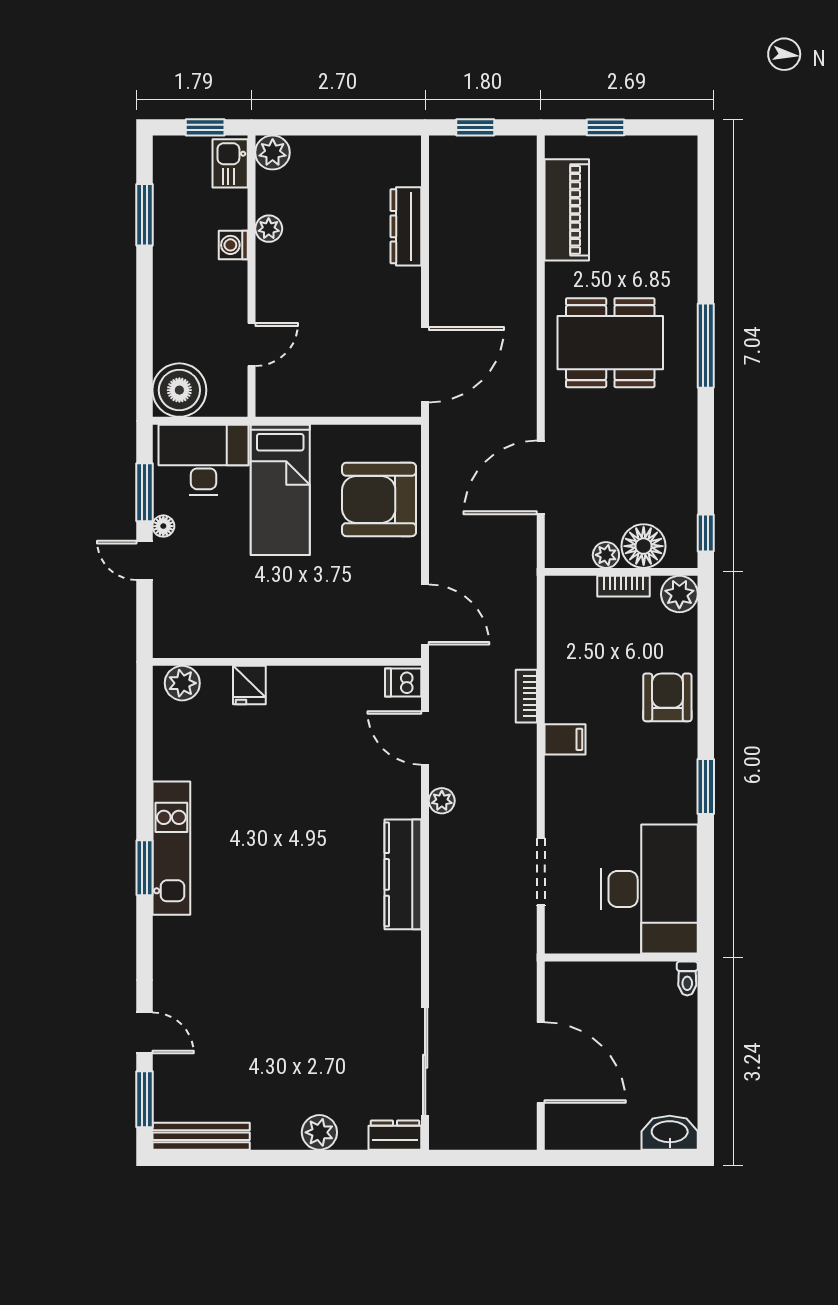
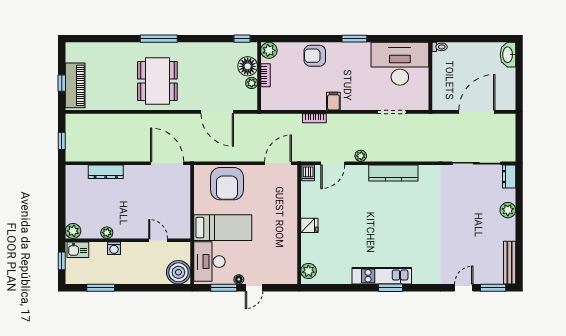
piano: (567, 210) -> (75, 85), moved, turned 90
fridge: (249, 685) -> (309, 225), moved

